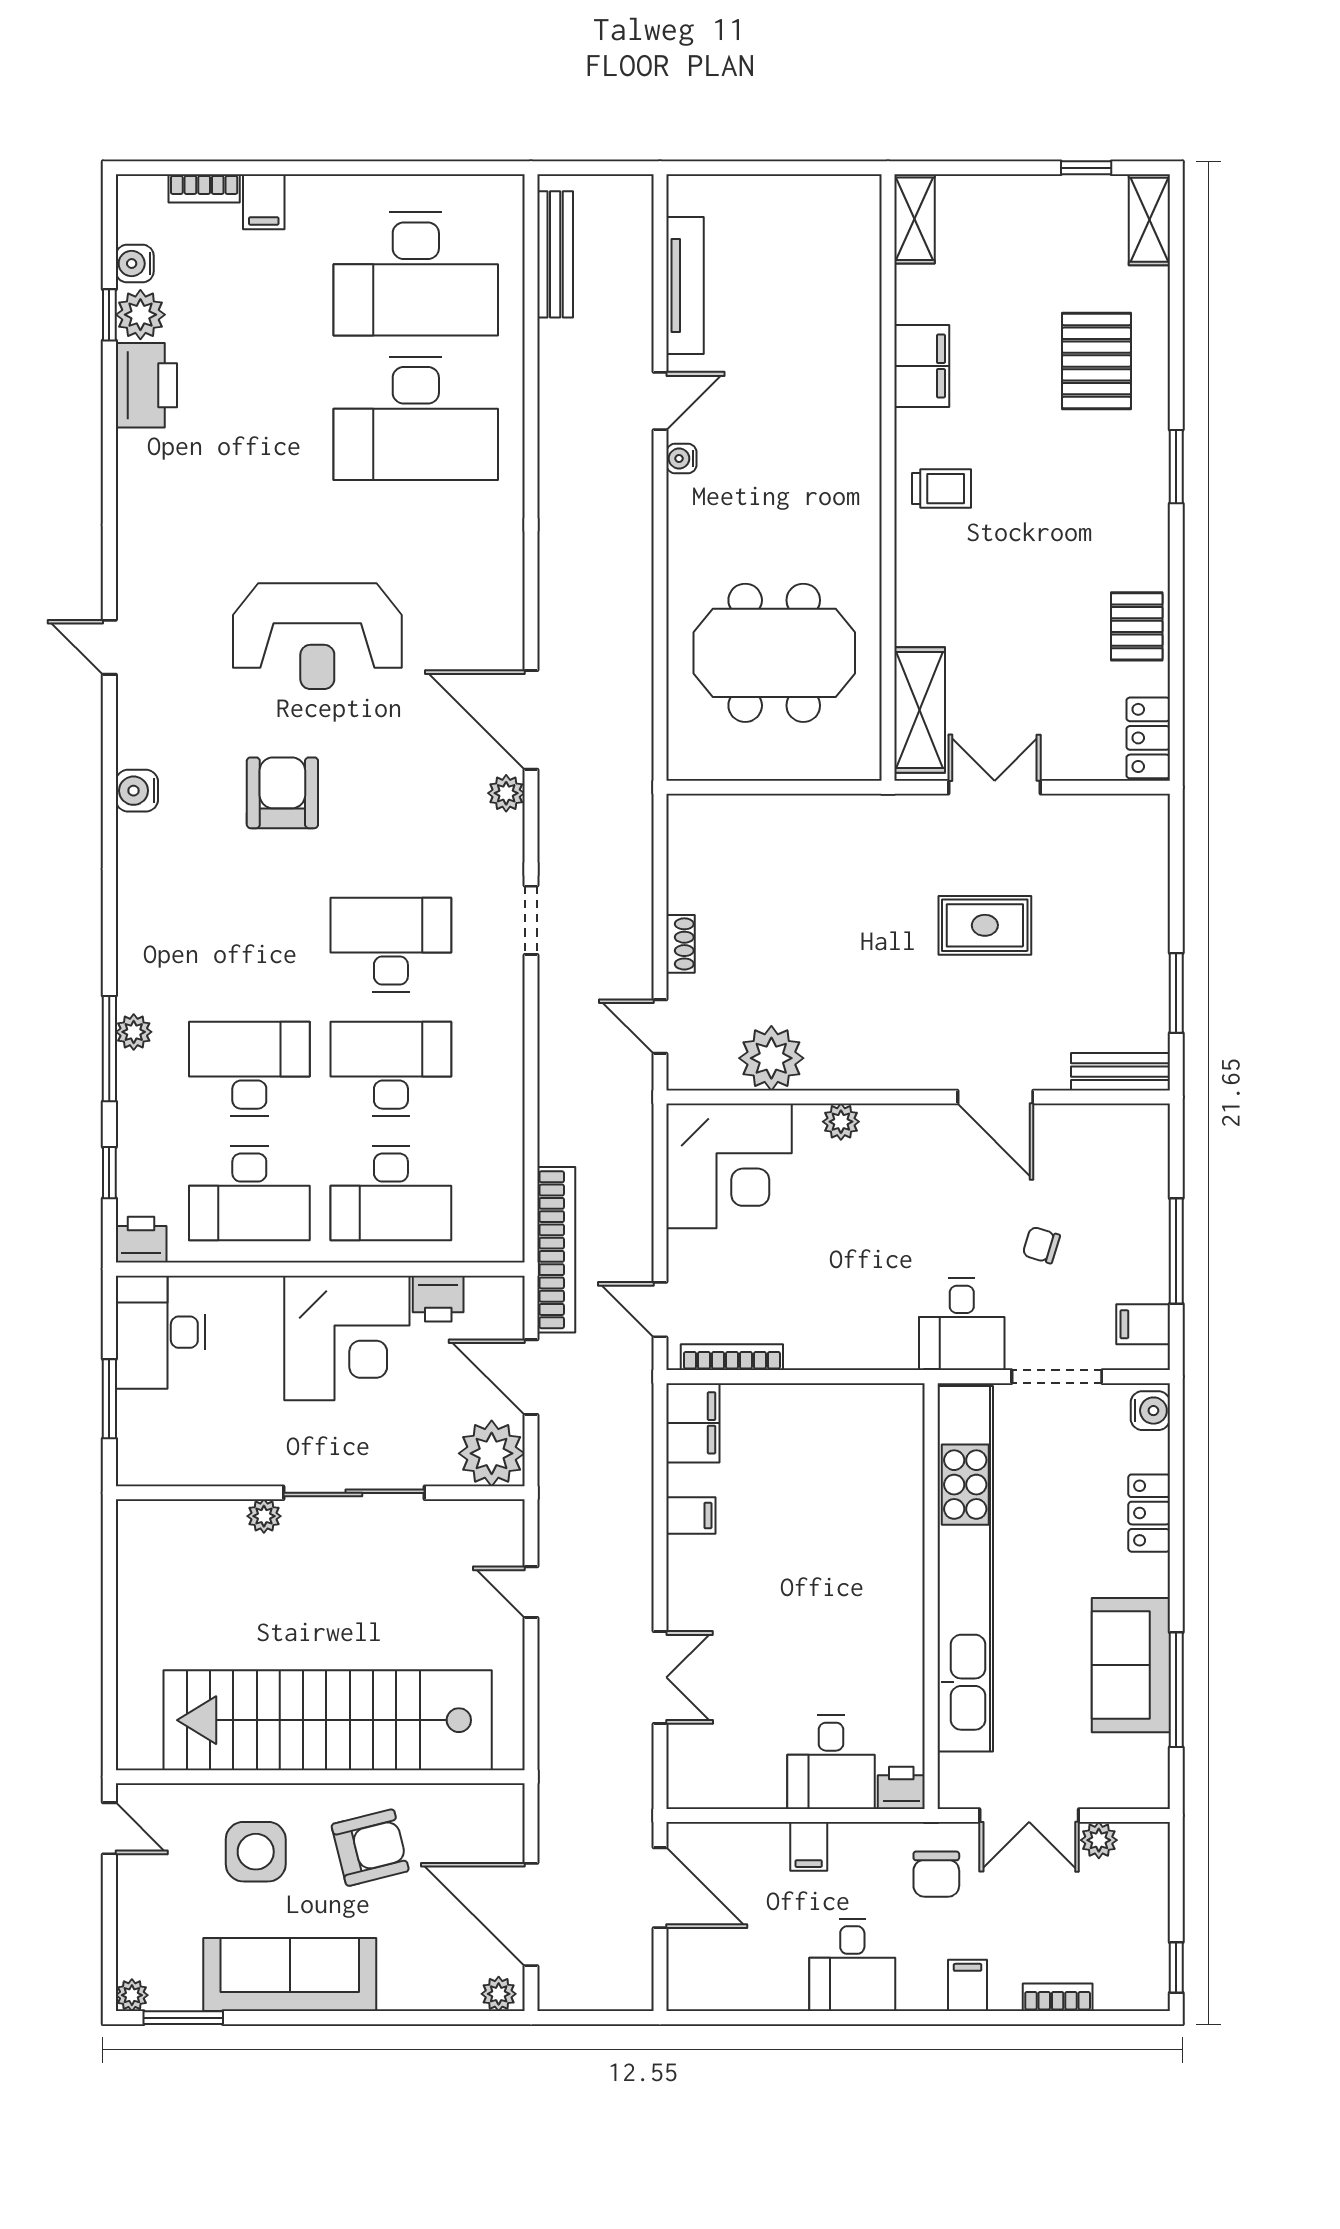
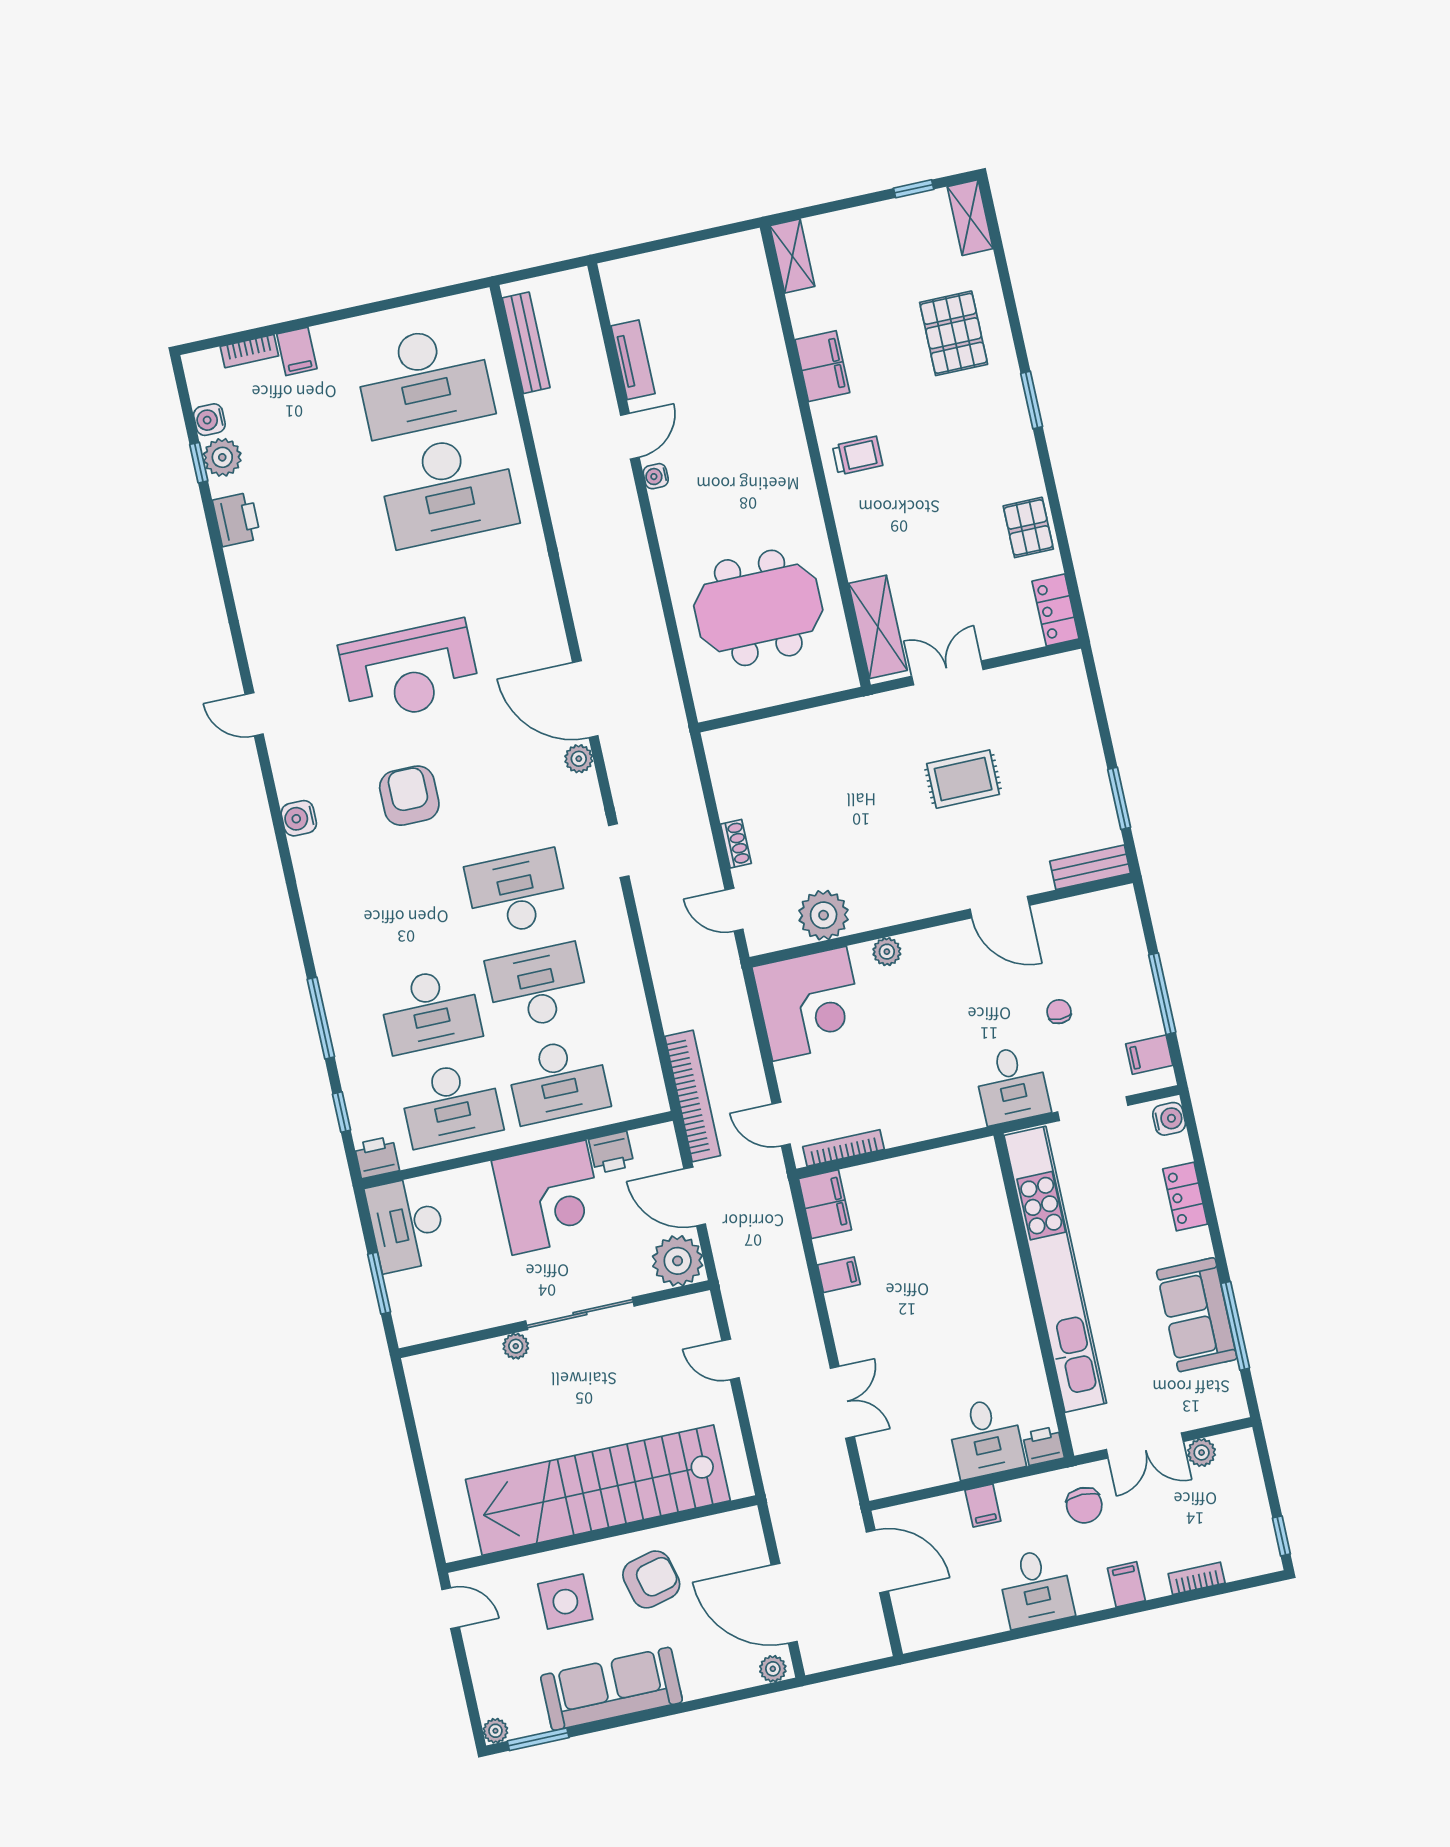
tv unit: (685, 286) -> (633, 360), width x0.71
printer: (146, 385) -> (237, 519), width x0.73, depth x0.84
plant: (134, 1032) -> (337, 1001), removed
desk: (249, 1069) -> (430, 1010), turned 180
chair: (1041, 1245) -> (1059, 1012), turned 73

